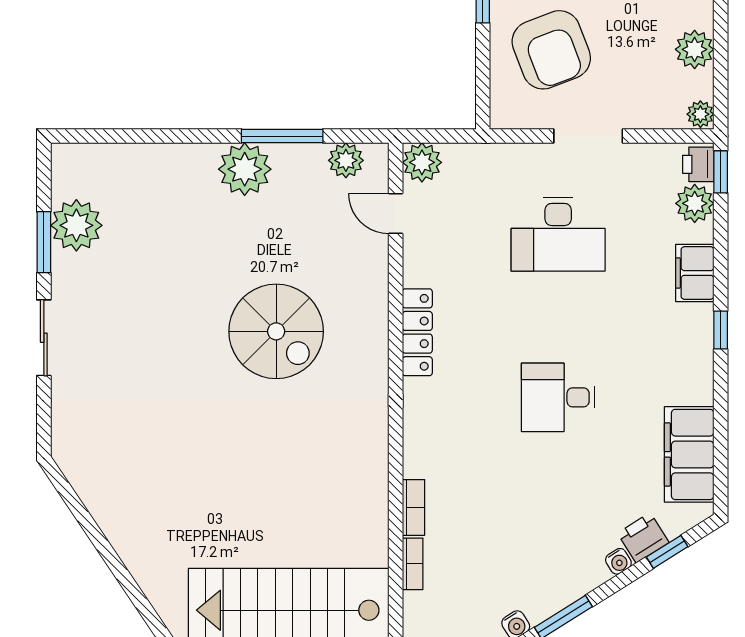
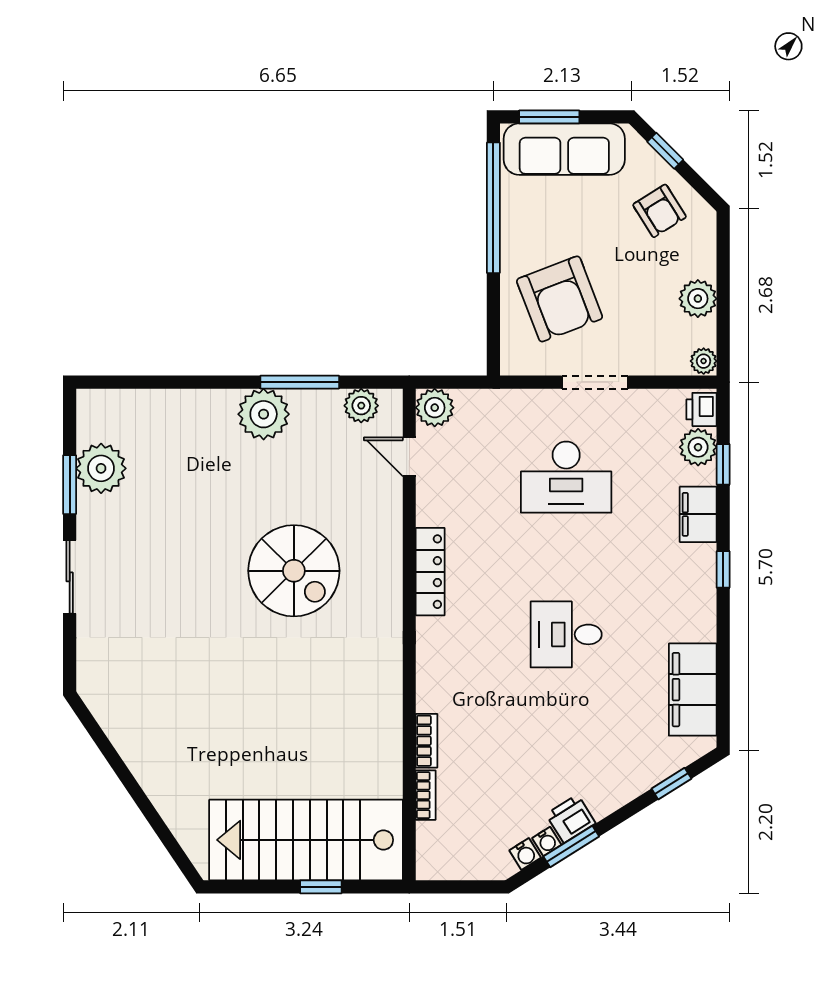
window: (721, 172) -> (723, 464), moved
printer: (643, 538) -> (571, 819), moved
water cooler: (618, 561) -> (547, 841), moved

